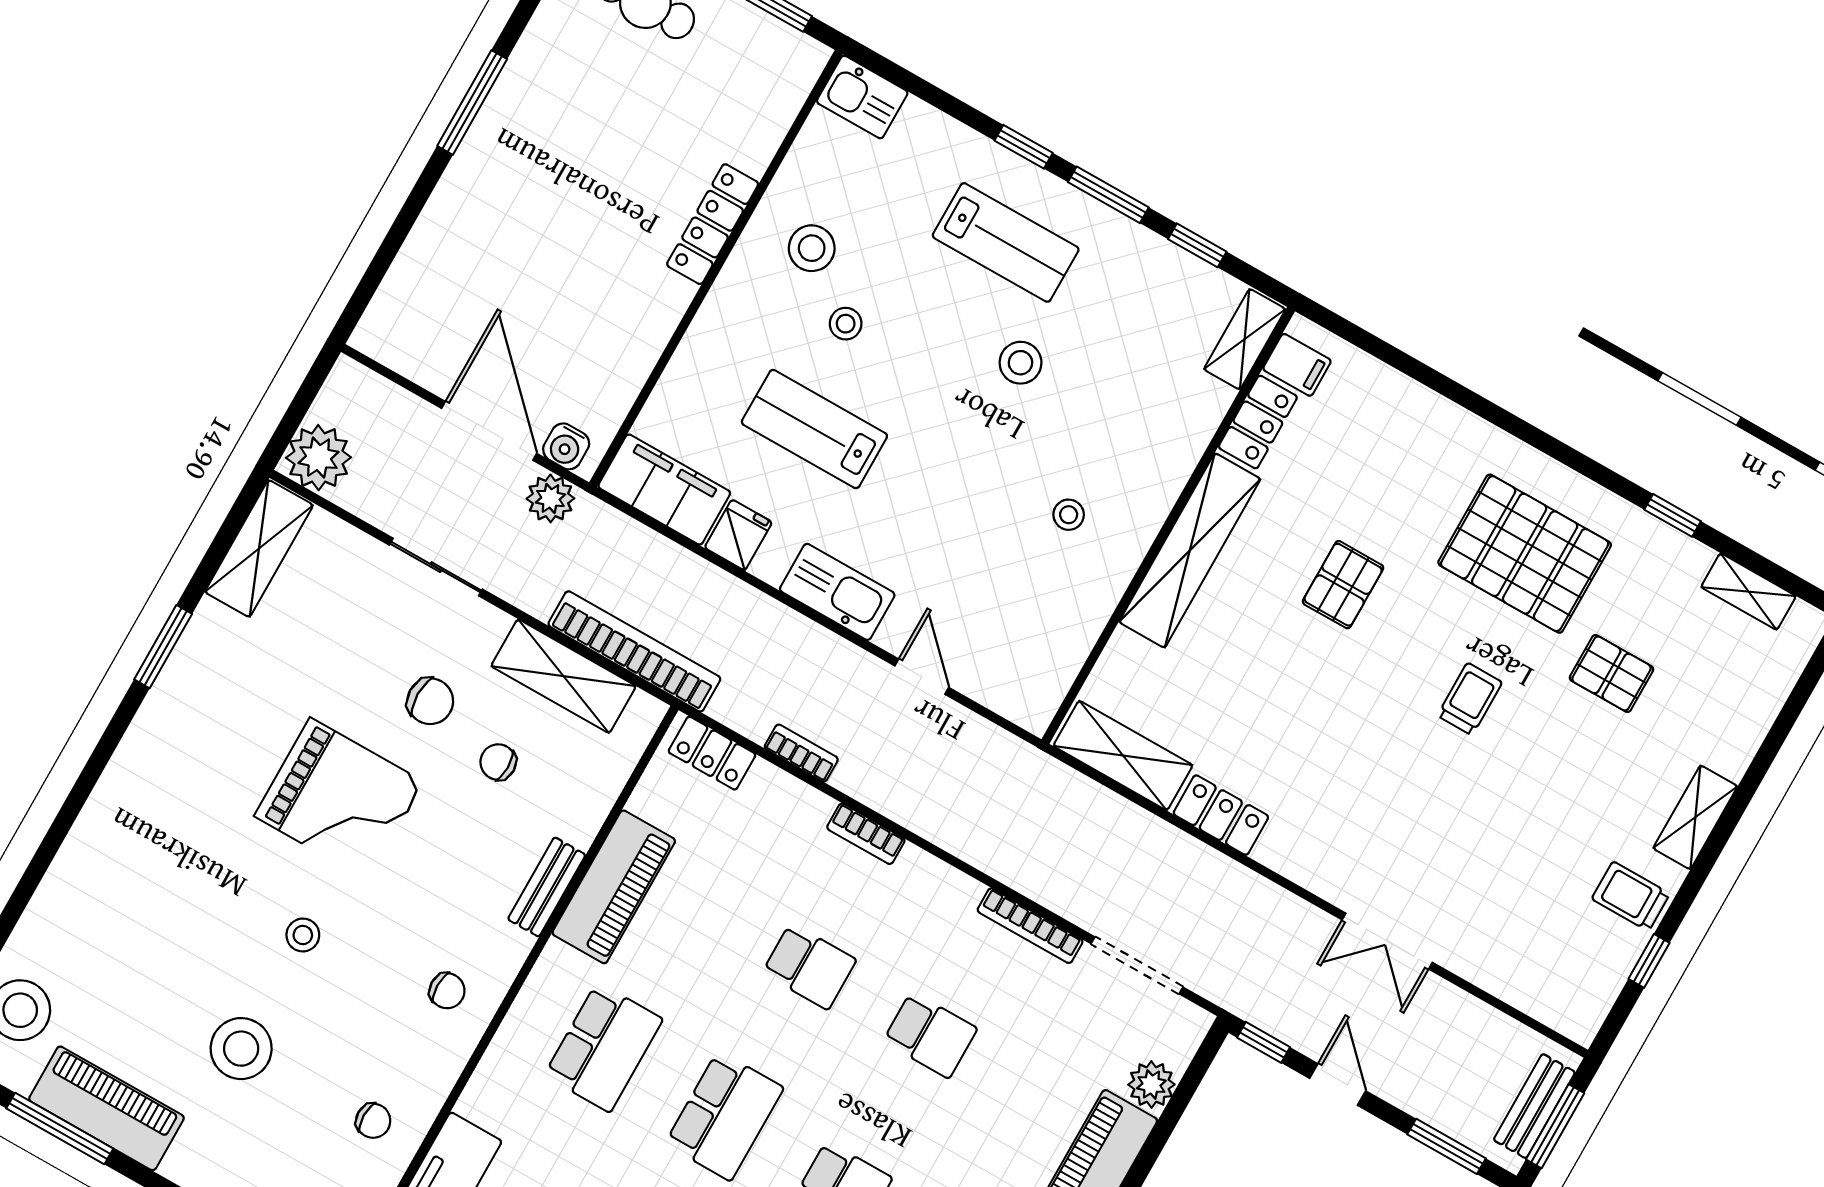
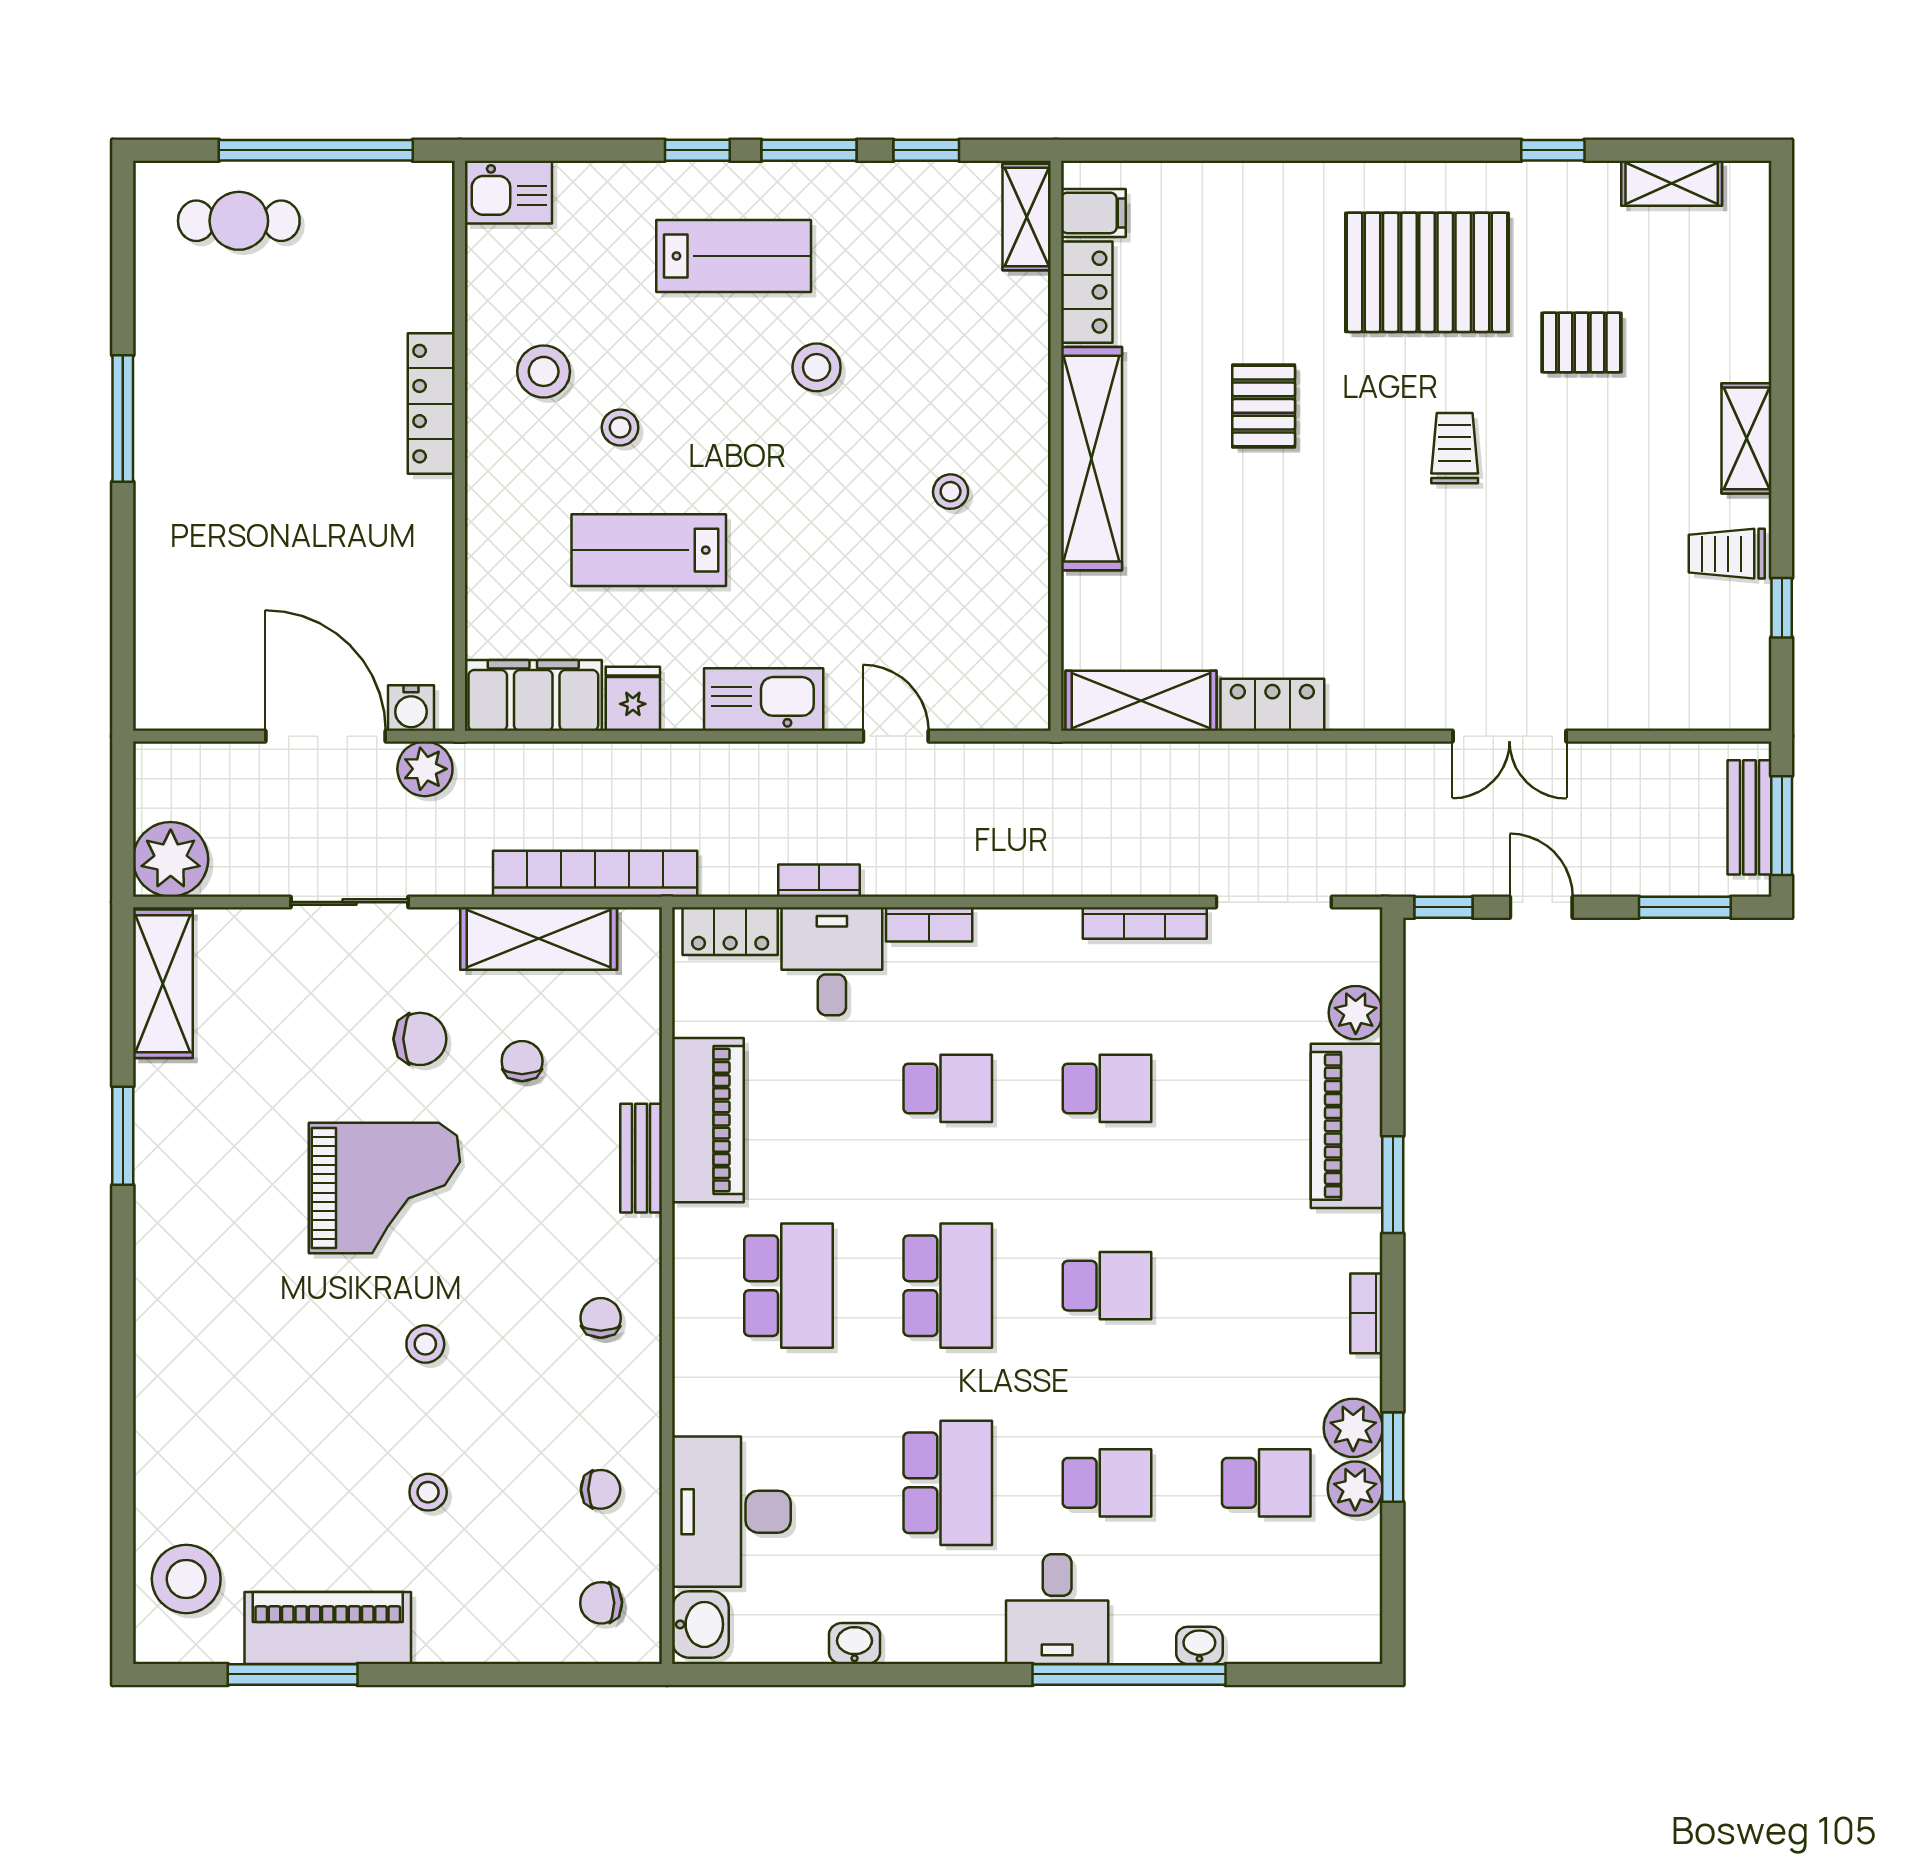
chair: (498, 762) -> (522, 1061), turned 90
desk: (776, 820) -> (832, 961), added
chair: (447, 991) -> (601, 1318), turned -90
stool: (241, 1049) -> (428, 1492), width x0.53, depth x0.53

